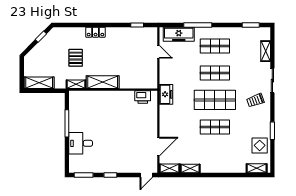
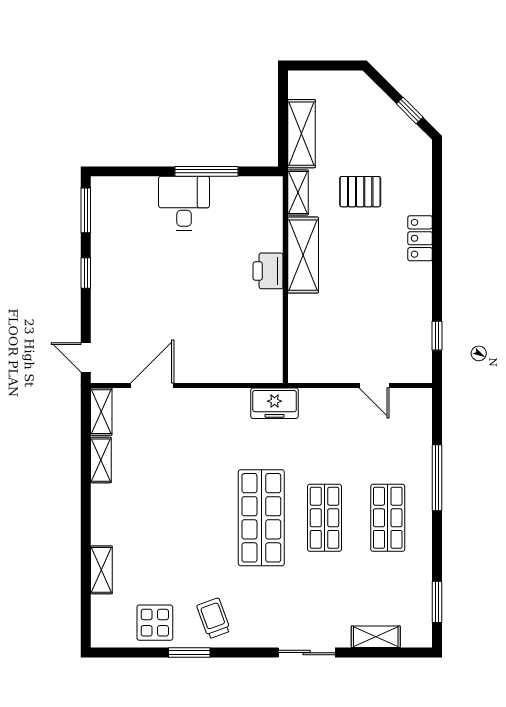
freezer: (179, 34) -> (415, 433), removed
door: (158, 52) -> (374, 385), hinge flipped
shelving: (39, 83) -> (302, 134), moved
printer: (143, 97) -> (268, 271), moved
trolley: (255, 100) -> (214, 618), moved
shop shelf: (215, 127) -> (198, 518), removed
desk: (81, 143) -> (184, 203), moved
door: (158, 147) -> (152, 385), swing flipped
shelving: (257, 168) -> (101, 570), moved

